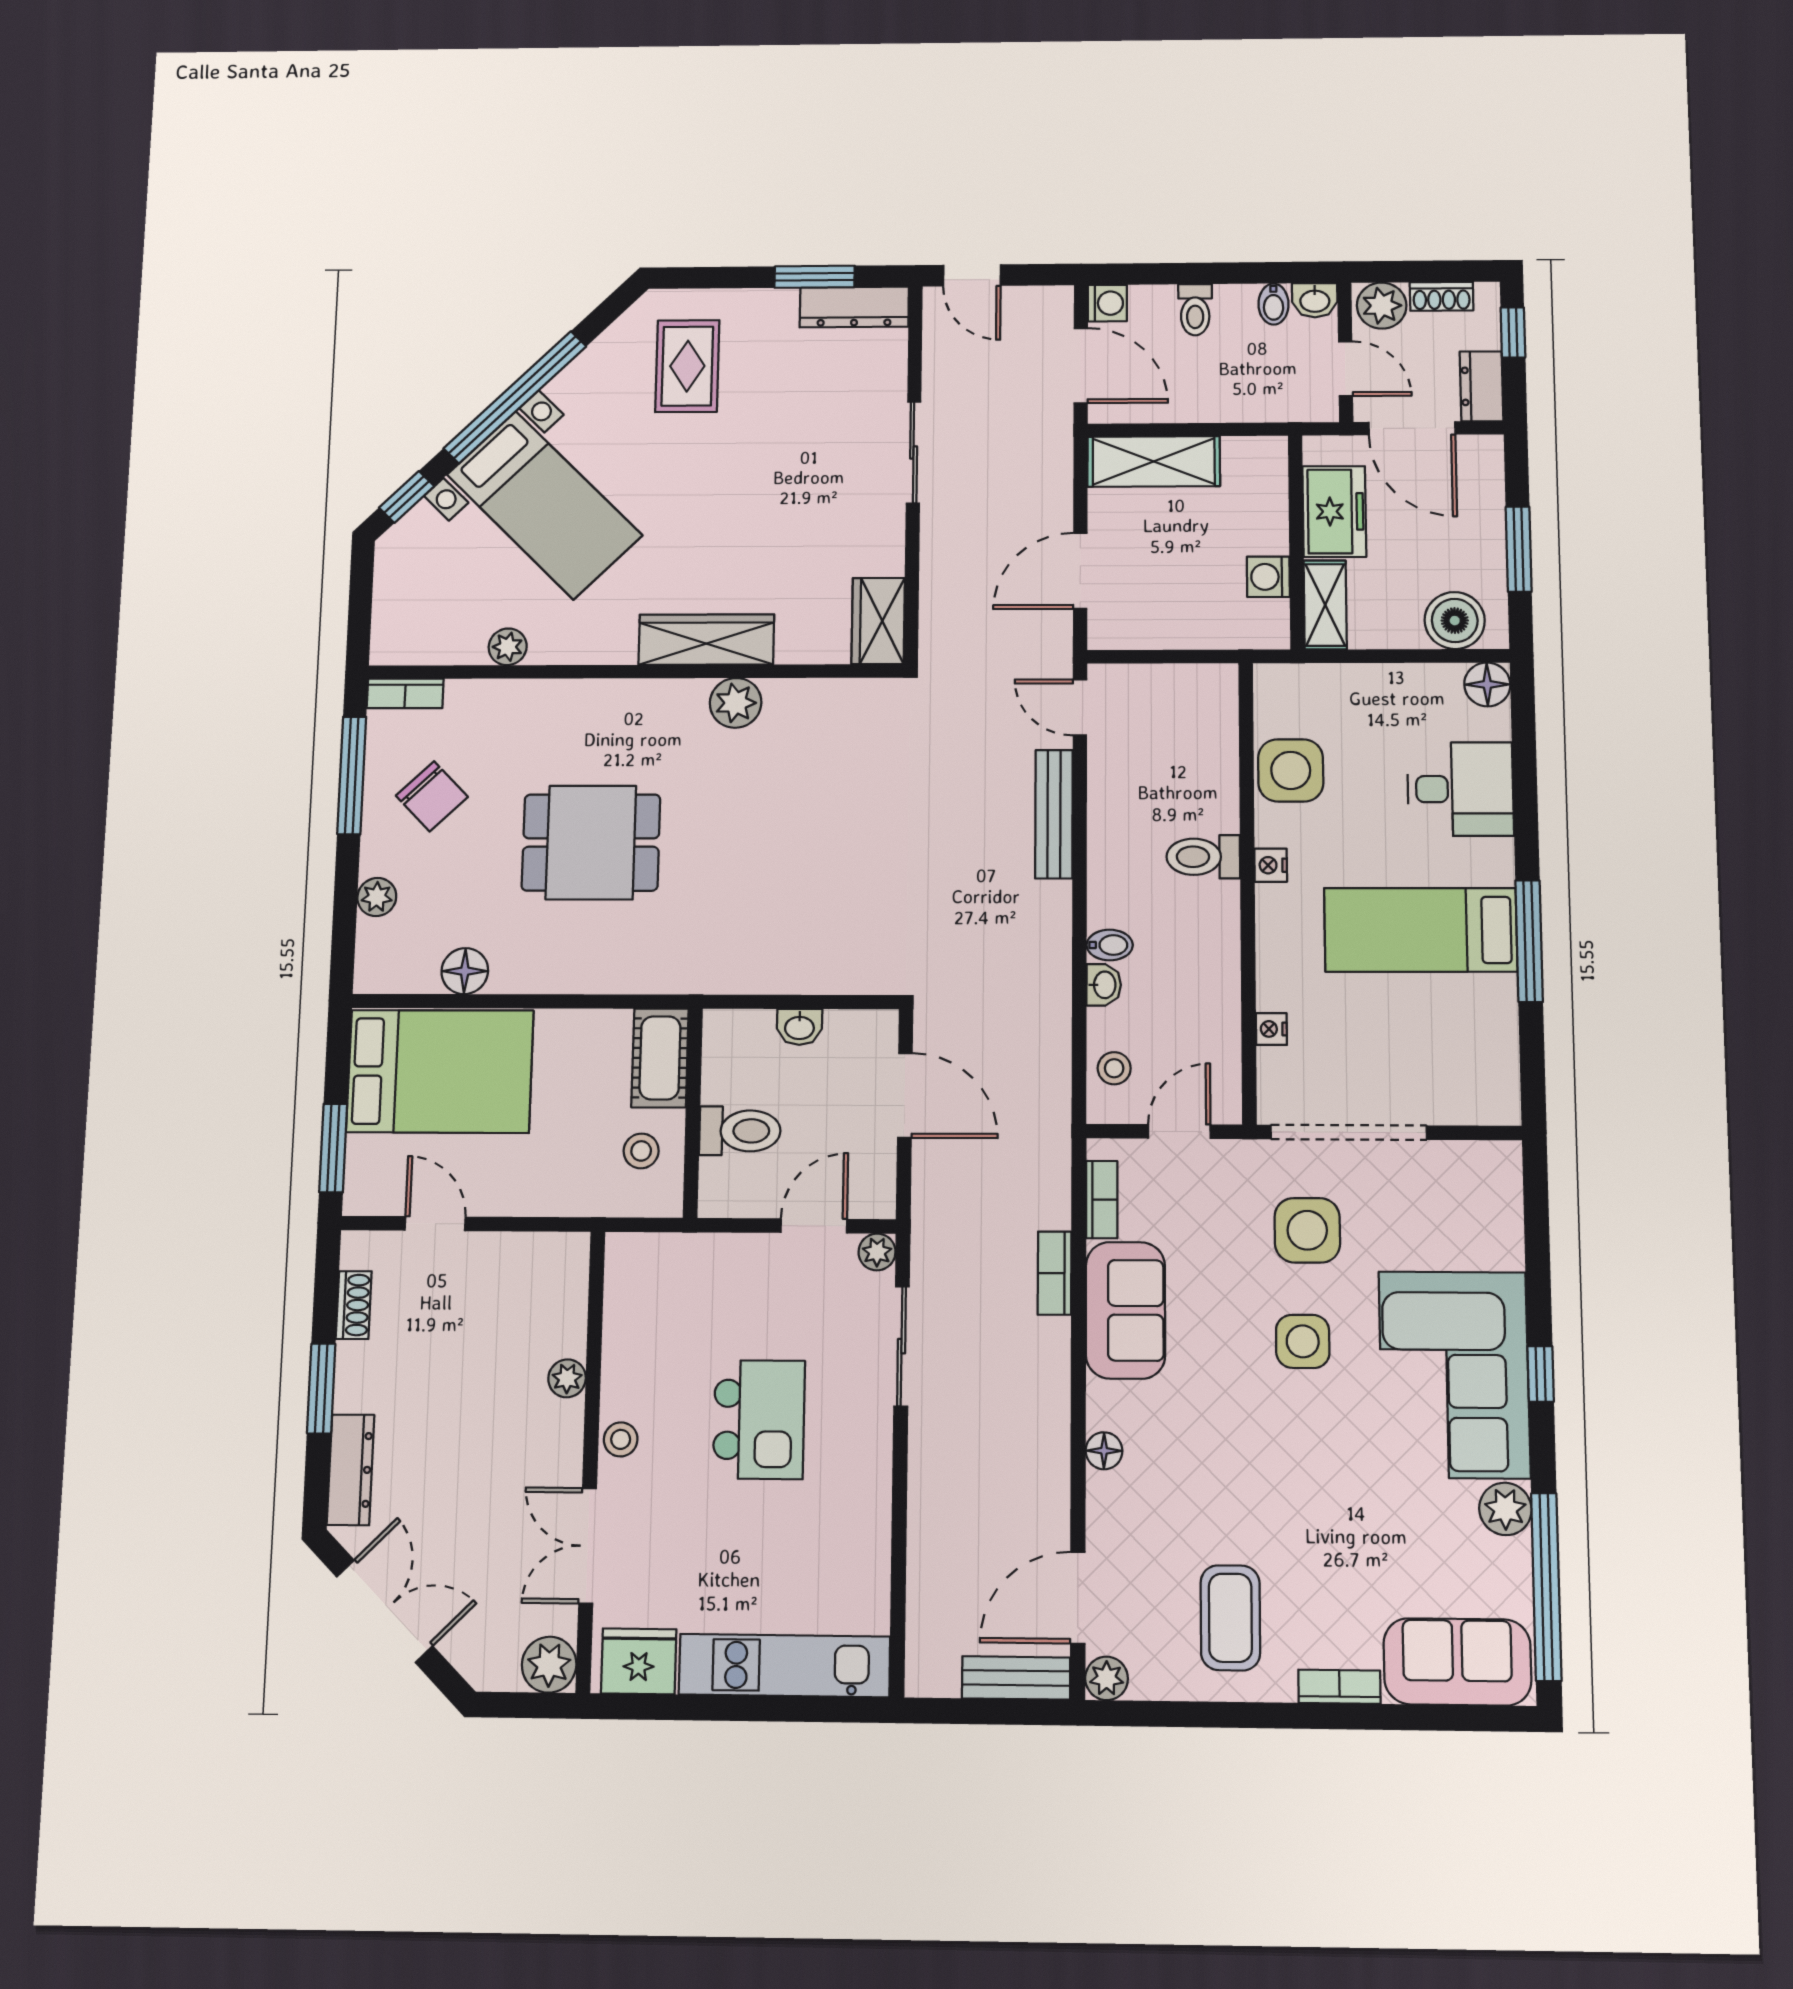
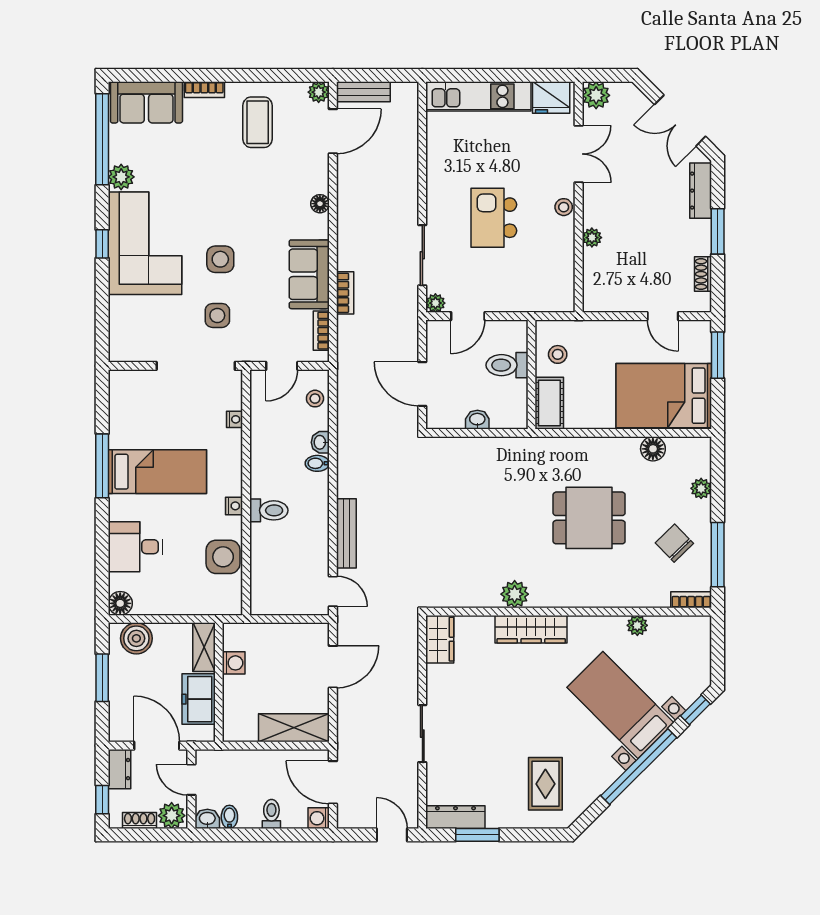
side table: (1307, 1230) -> (217, 315), width x0.73, depth x0.73

